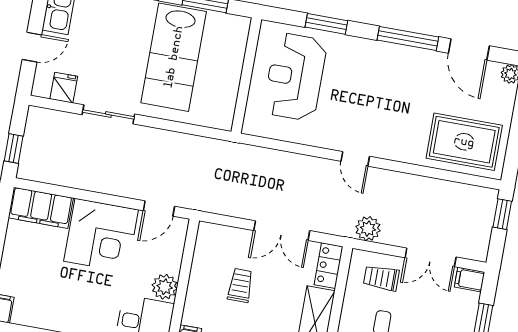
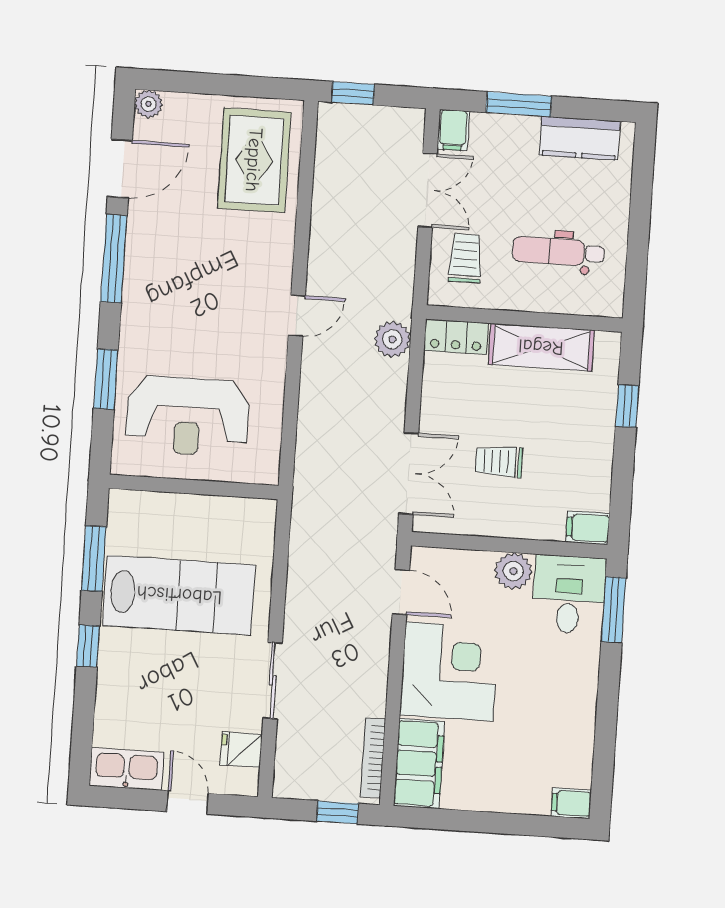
bookcase: (48, 177) -> (373, 758), added
plant: (368, 229) -> (392, 339), moved
double door: (282, 231) -> (409, 473), moved
trolley: (381, 278) -> (465, 258), turned 180

